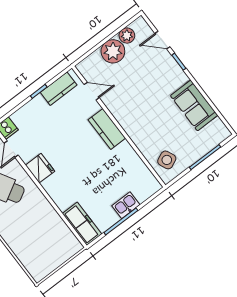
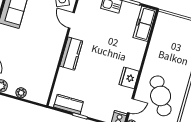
plant: (113, 51) -> (21, 93), width x0.53, depth x0.53
door: (92, 91) -> (71, 20), moved

